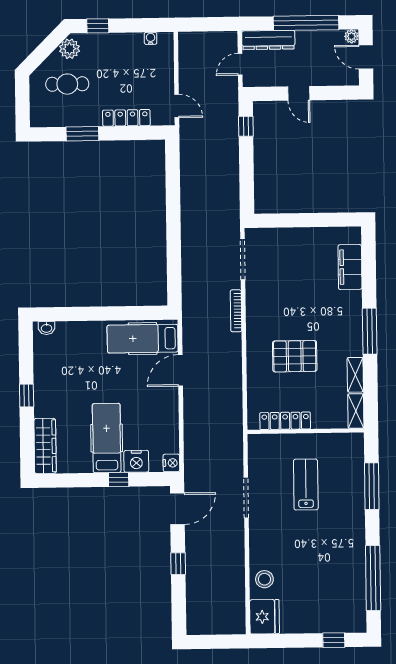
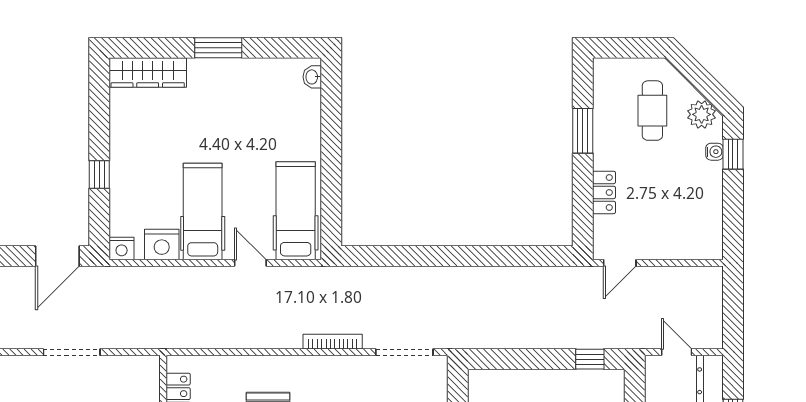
water cooler: (151, 38) -> (714, 152), moved
locker: (126, 118) -> (604, 192), width x0.66
door: (180, 370) -> (250, 263), width x0.73
window: (27, 396) -> (218, 48), width x1.50
hospital bed: (107, 438) -> (203, 212), moved, turned -90
nightstand: (136, 461) -> (162, 245), moved, turned -90
door: (177, 509) -> (57, 256), hinge flipped

